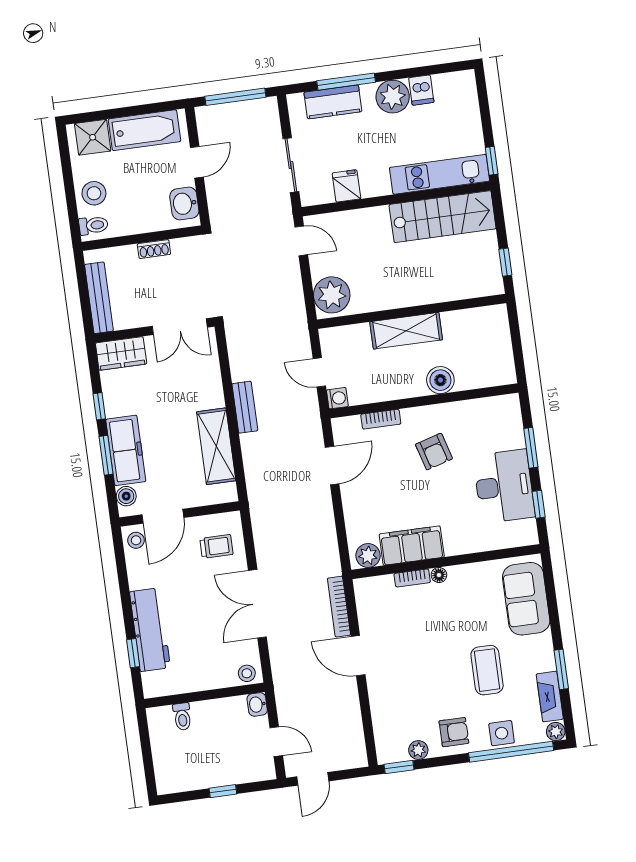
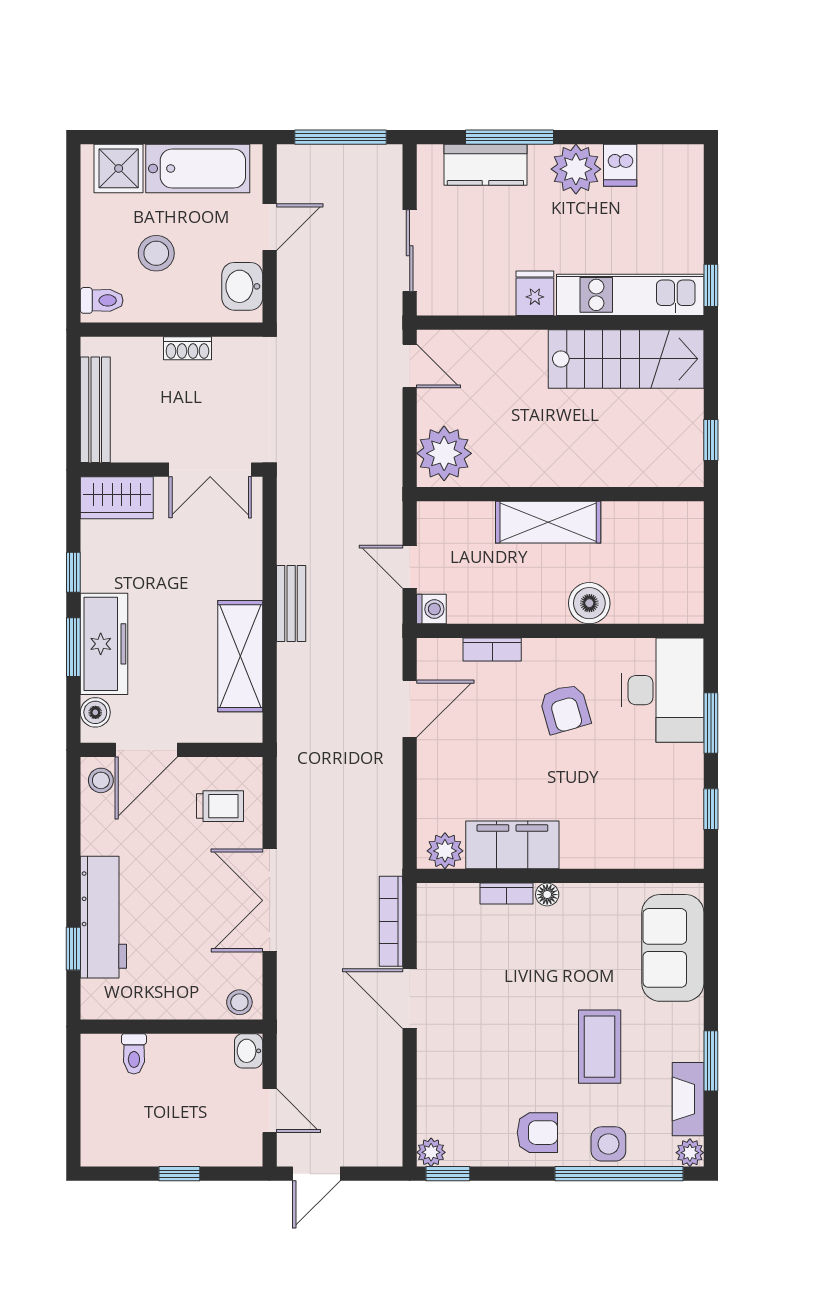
fridge: (346, 186) -> (535, 293), moved
stool: (94, 193) -> (156, 253), moved
desk: (504, 486) -> (663, 690), moved
plant: (418, 750) -> (431, 1152), moved

